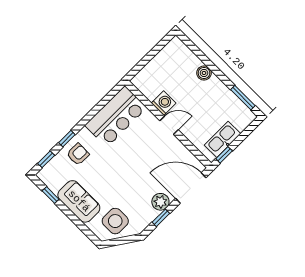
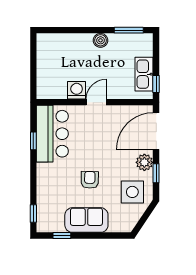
boiler: (204, 73) -> (101, 40), moved
window: (67, 139) -> (33, 141), moved
armchair: (78, 154) -> (90, 180), moved
side table: (115, 221) -> (132, 192), moved

